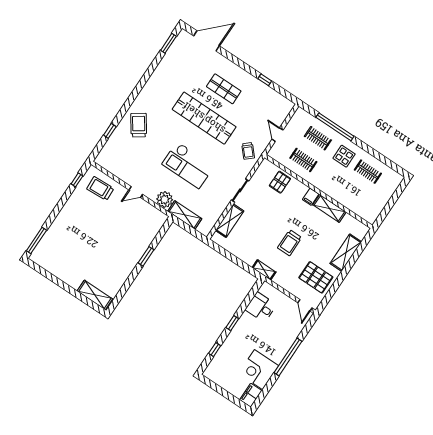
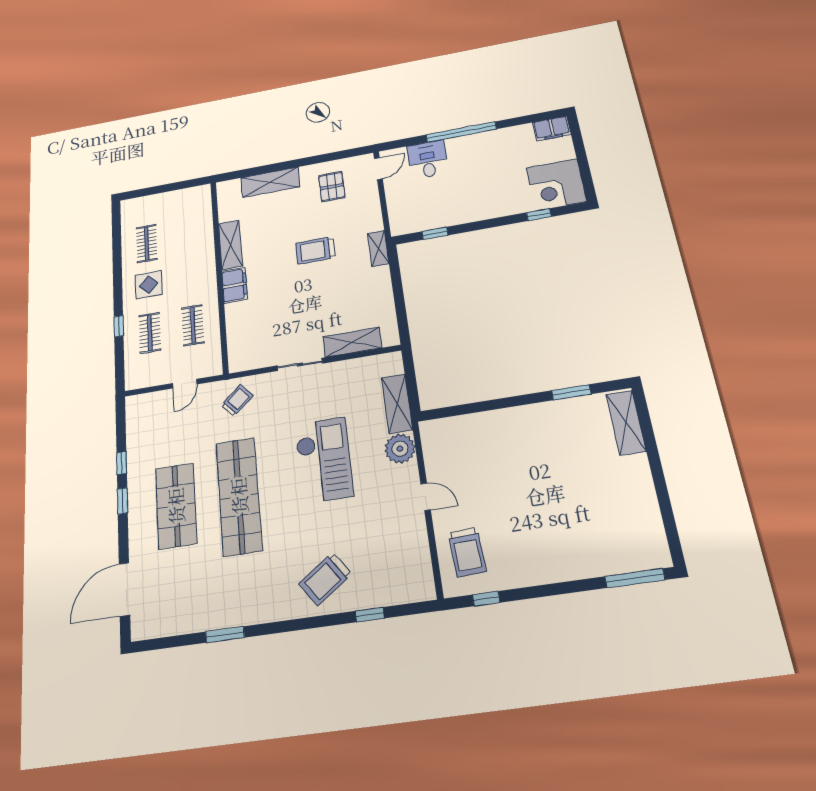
door: (207, 41) -> (124, 589), hinge flipped
window: (168, 43) -> (225, 635), moved
window: (247, 68) -> (123, 501), added
shop shelf: (224, 89) -> (176, 506), width x1.43, depth x1.36
window: (335, 127) -> (119, 326), width x0.32
pallet: (280, 182) -> (246, 327), removed
filing cabinet: (311, 197) -> (235, 285), width x2.00
trolley: (290, 243) -> (315, 250), turned 180
window: (146, 256) -> (571, 392), moved
pallet: (316, 277) -> (332, 187), width x0.67, depth x0.71
desk: (261, 307) -> (428, 160), moved, turned 180
window: (232, 323) -> (435, 233), moved
corner desk: (259, 370) -> (556, 185), moved, turned 90

